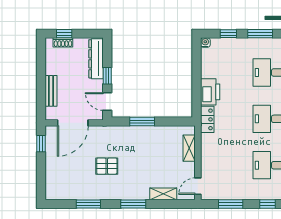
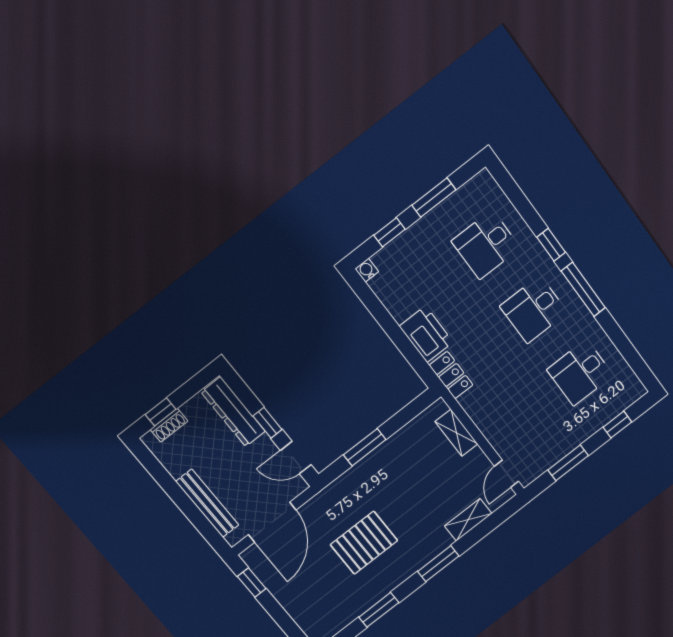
bench: (51, 91) -> (207, 503), width x1.36
pallet: (107, 166) -> (364, 543), width x1.50, depth x1.42

